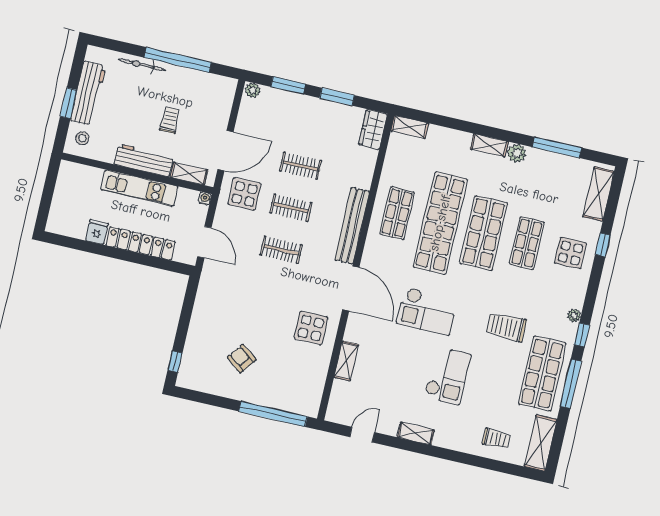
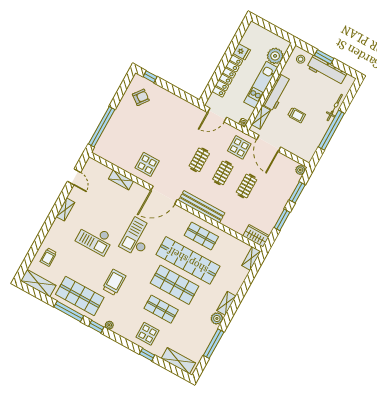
plant: (89, 179) -> (275, 56), added
armchair: (242, 359) -> (141, 97), moved

